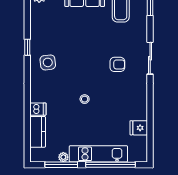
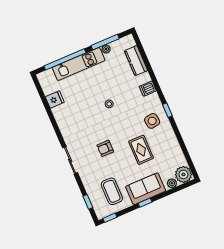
rug: (72, 37) -> (141, 150), added
window: (27, 47) -> (167, 110), moved
armchair: (117, 64) -> (105, 148), moved
dishwasher: (38, 109) -> (148, 89), moved

